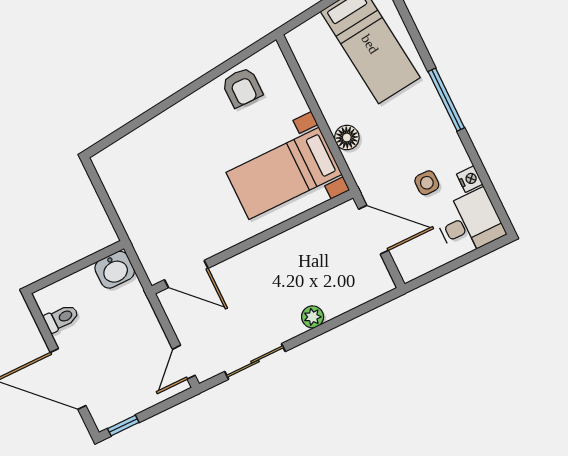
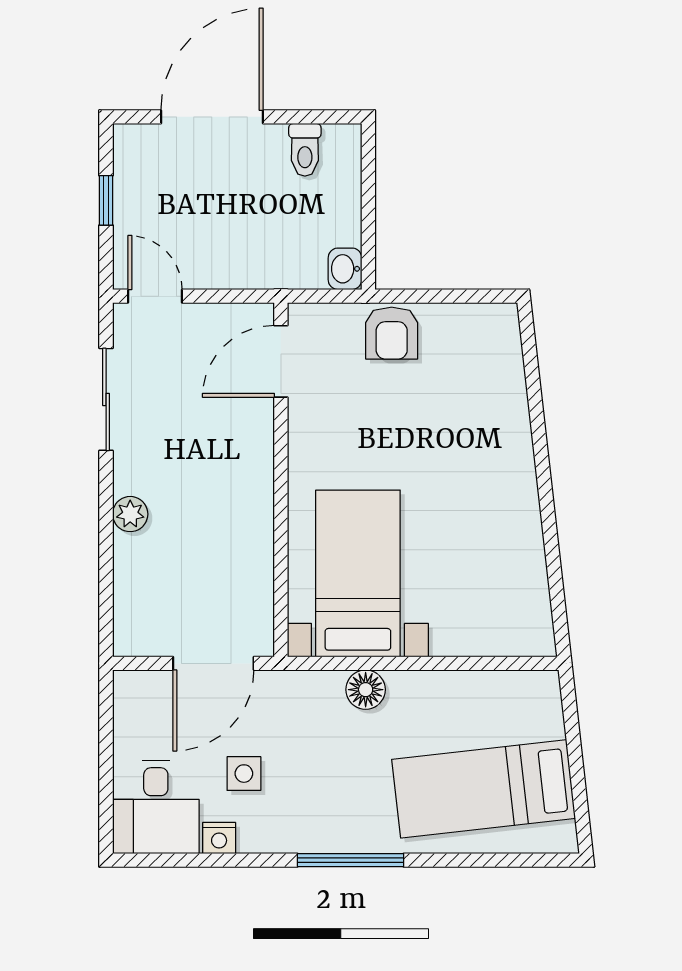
armchair: (242, 87) -> (392, 333), moved, turned -90
washbasin: (115, 270) -> (345, 269), width x0.72, depth x0.69
window: (123, 425) -> (106, 200), moved

